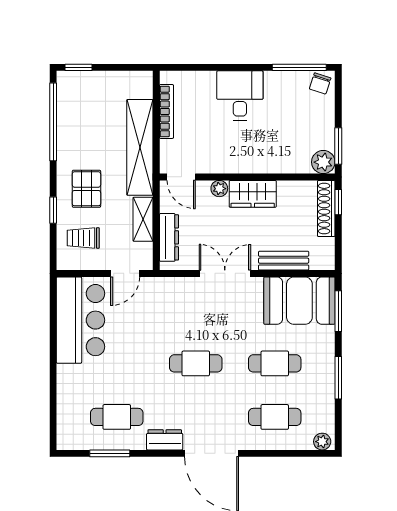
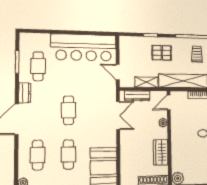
wardrobe: (253, 194) -> (161, 152), moved
trolley: (83, 238) -> (197, 54), moved
bench: (284, 261) -> (125, 158), removed
double door: (225, 273) -> (118, 116), moved
bar counter: (81, 320) -> (84, 47), width x1.36

